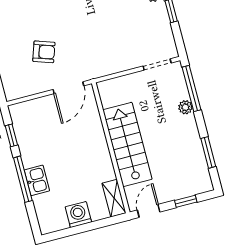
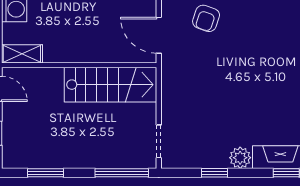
plant: (185, 107) -> (103, 160), removed
stairs: (127, 144) -> (111, 85), moved

